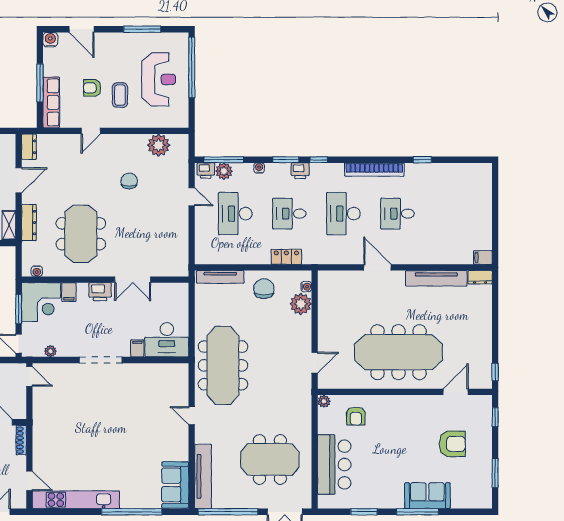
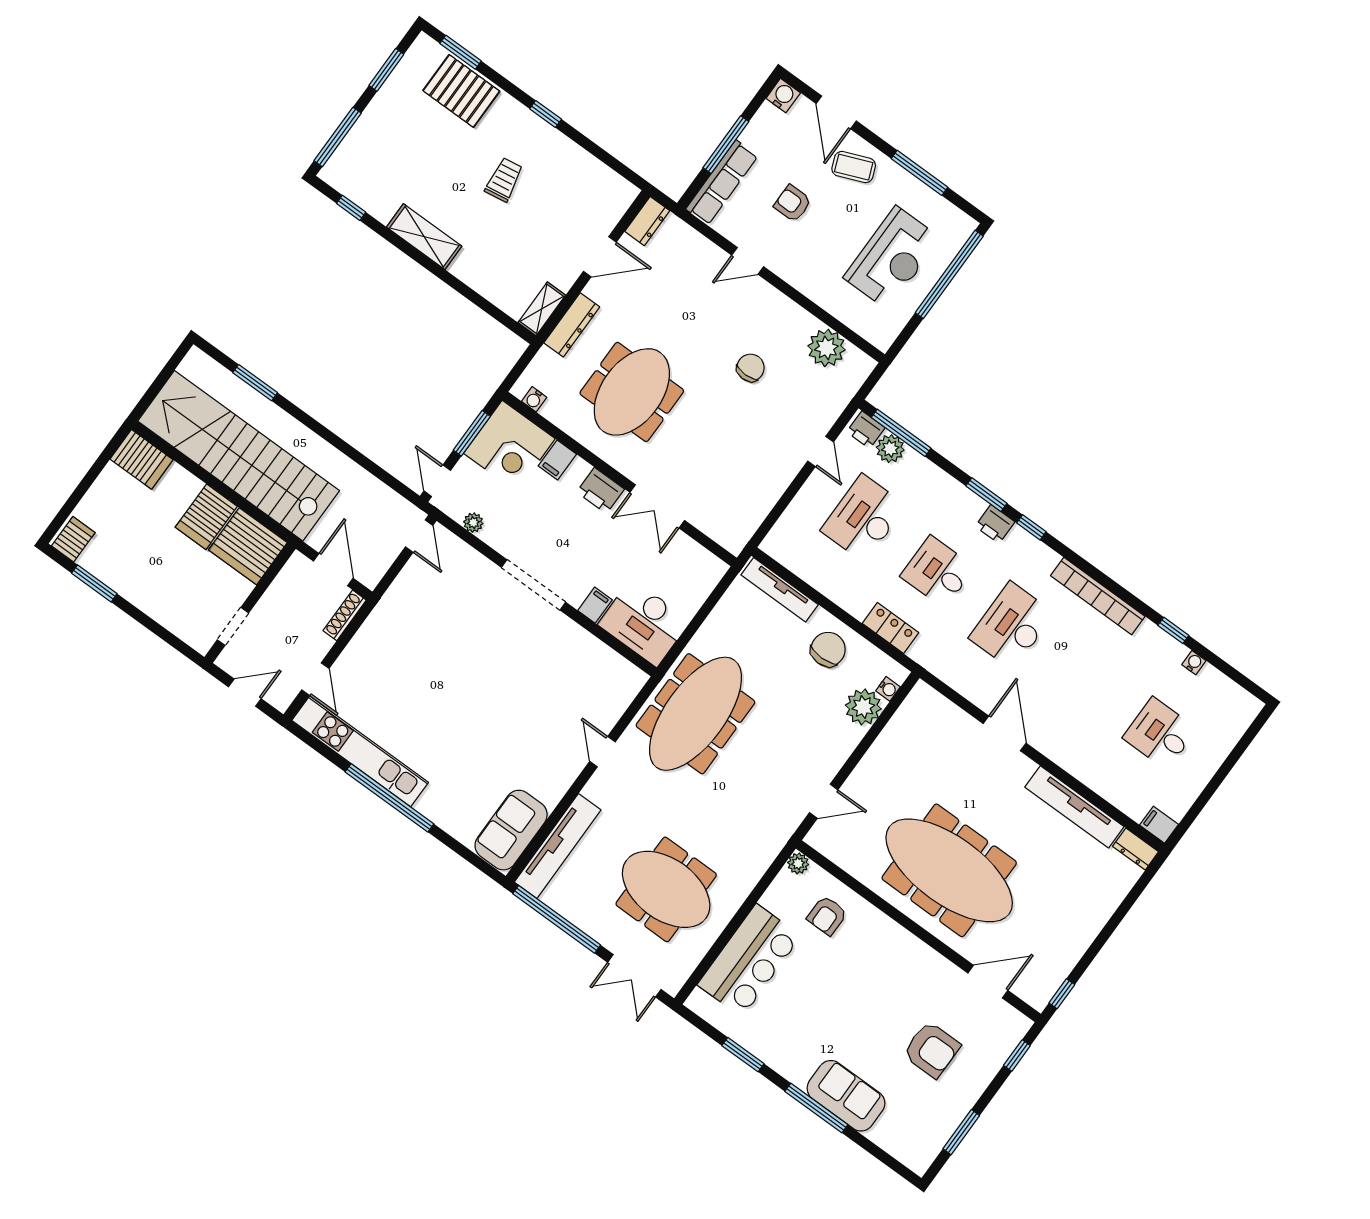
coffee table: (120, 95) -> (854, 167), moved, turned 68
water cooler: (259, 168) -> (1194, 663), moved
desk: (397, 214) -> (1160, 733), moved
window: (132, 512) -> (389, 798), moved

